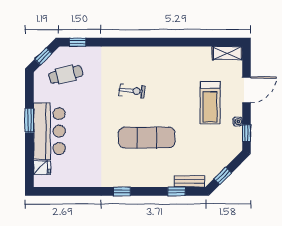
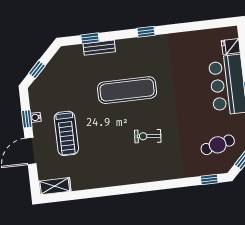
treadmill: (210, 103) -> (66, 133), turned 180
window: (246, 133) -> (27, 119), moved
window: (223, 176) -> (37, 70), moved
bench: (189, 181) -> (99, 48), moved

